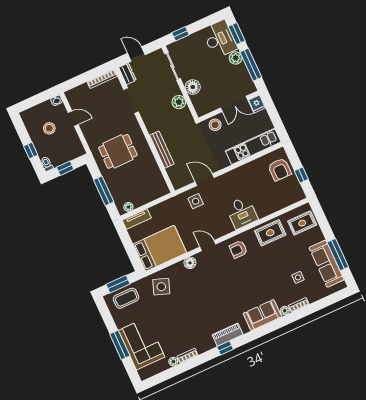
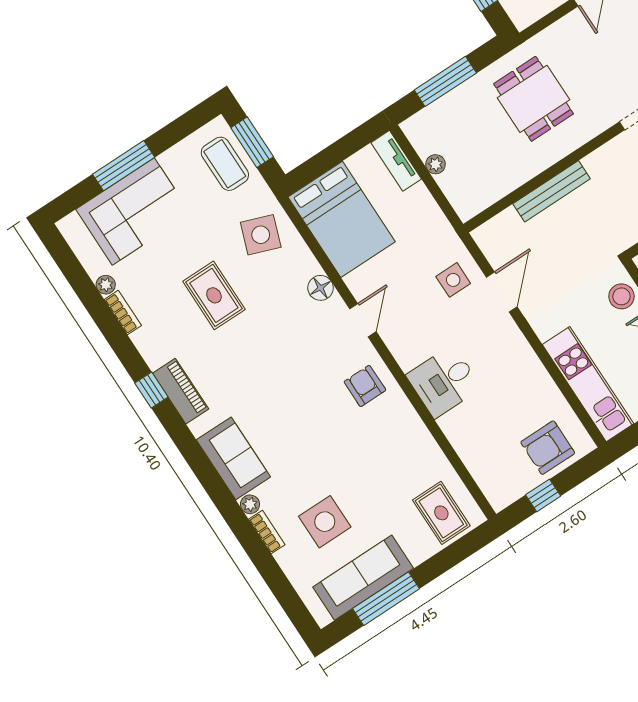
plant: (128, 207) -> (435, 164), moved
rug: (270, 233) -> (214, 295), moved
side table: (298, 277) -> (325, 522), width x1.87, depth x1.87

